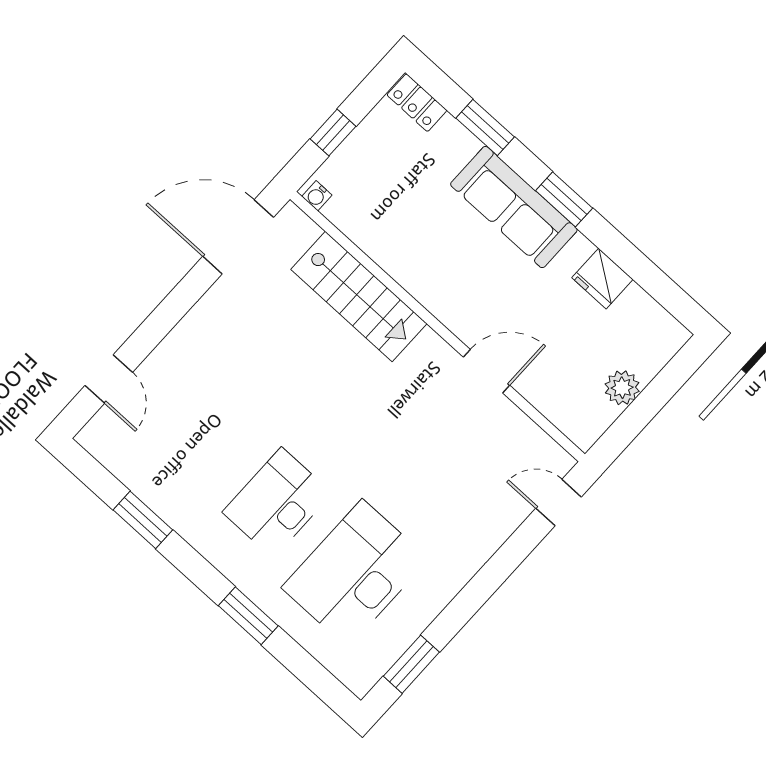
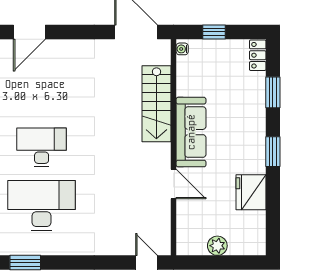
sofa: (514, 207) -> (191, 132), moved, turned 180
fridge: (602, 279) -> (251, 192), width x1.36, depth x1.34
door: (109, 379) -> (29, 32), width x1.38

